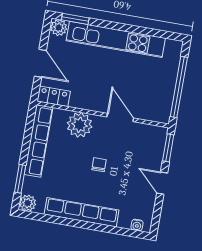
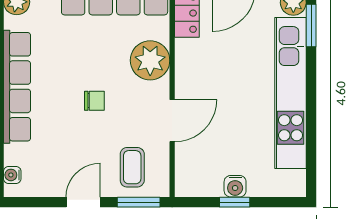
water cooler: (169, 85) -> (235, 186), added
window: (179, 87) -> (235, 202), width x0.32
coffee table: (145, 148) -> (132, 167), added

